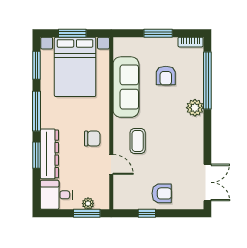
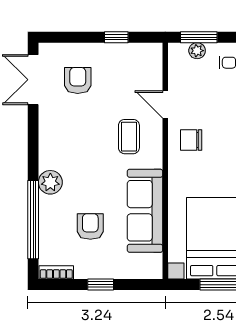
window: (158, 33) -> (101, 285), width x0.67
armchair: (162, 193) -> (78, 80), moved, turned 90

